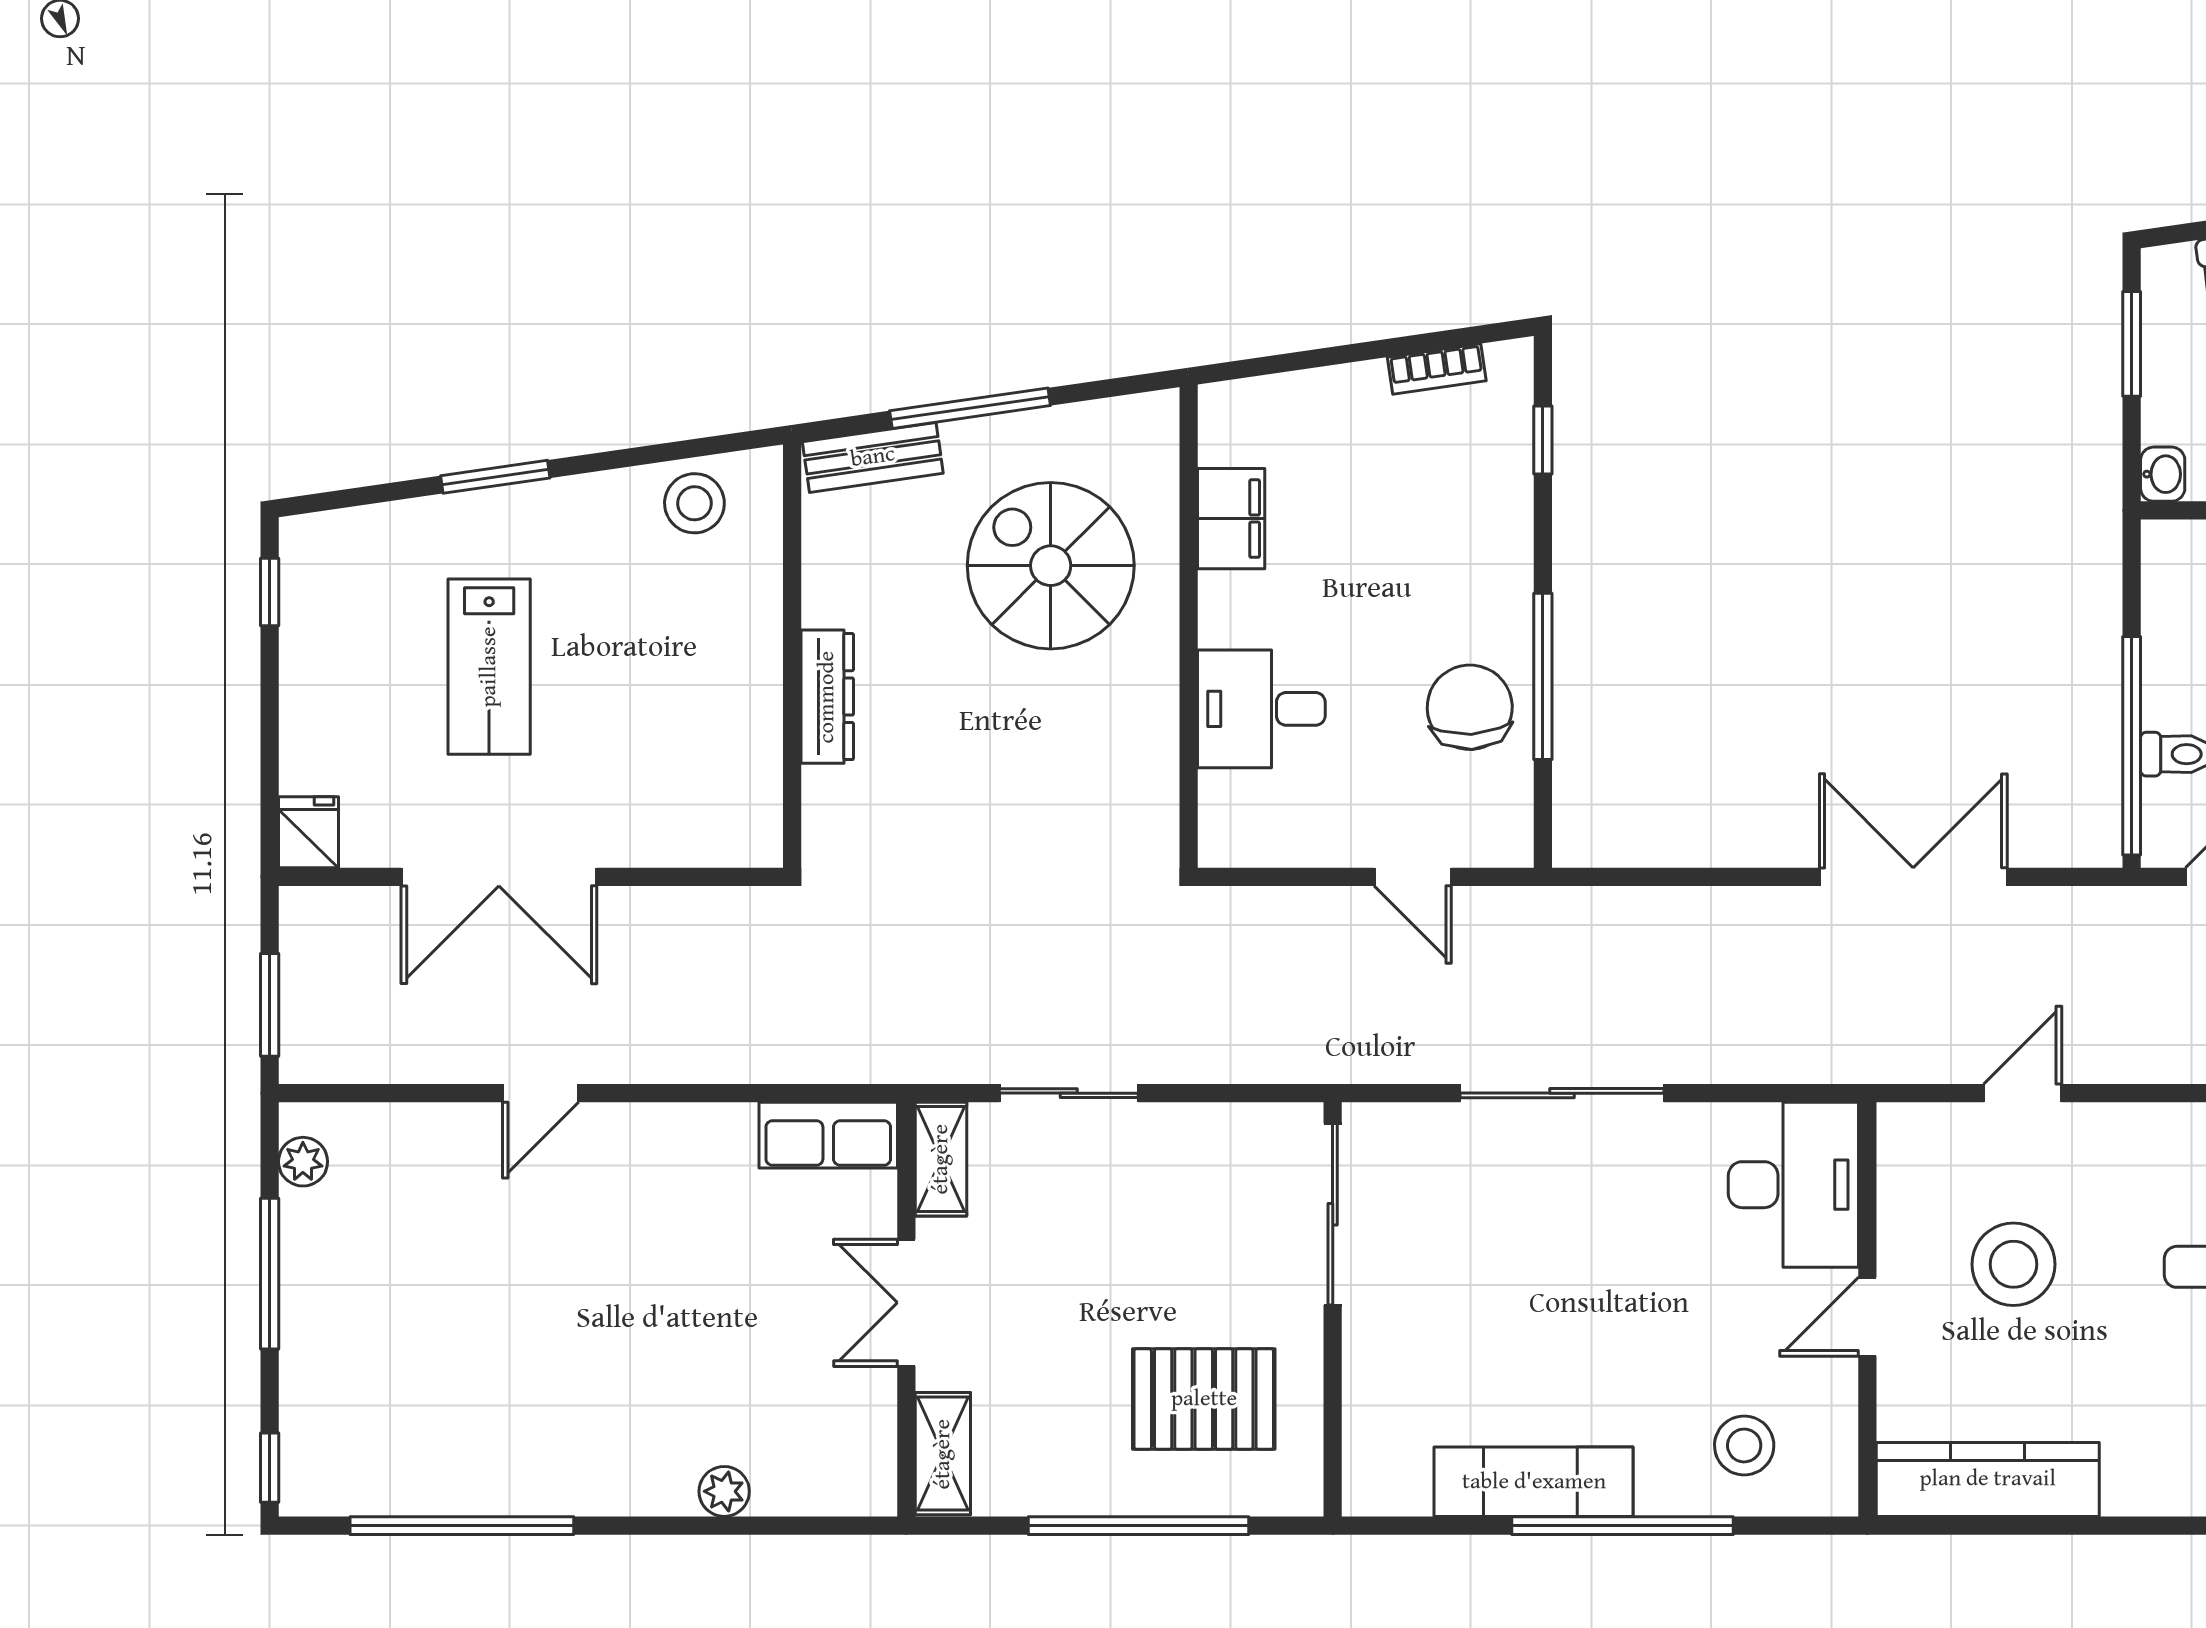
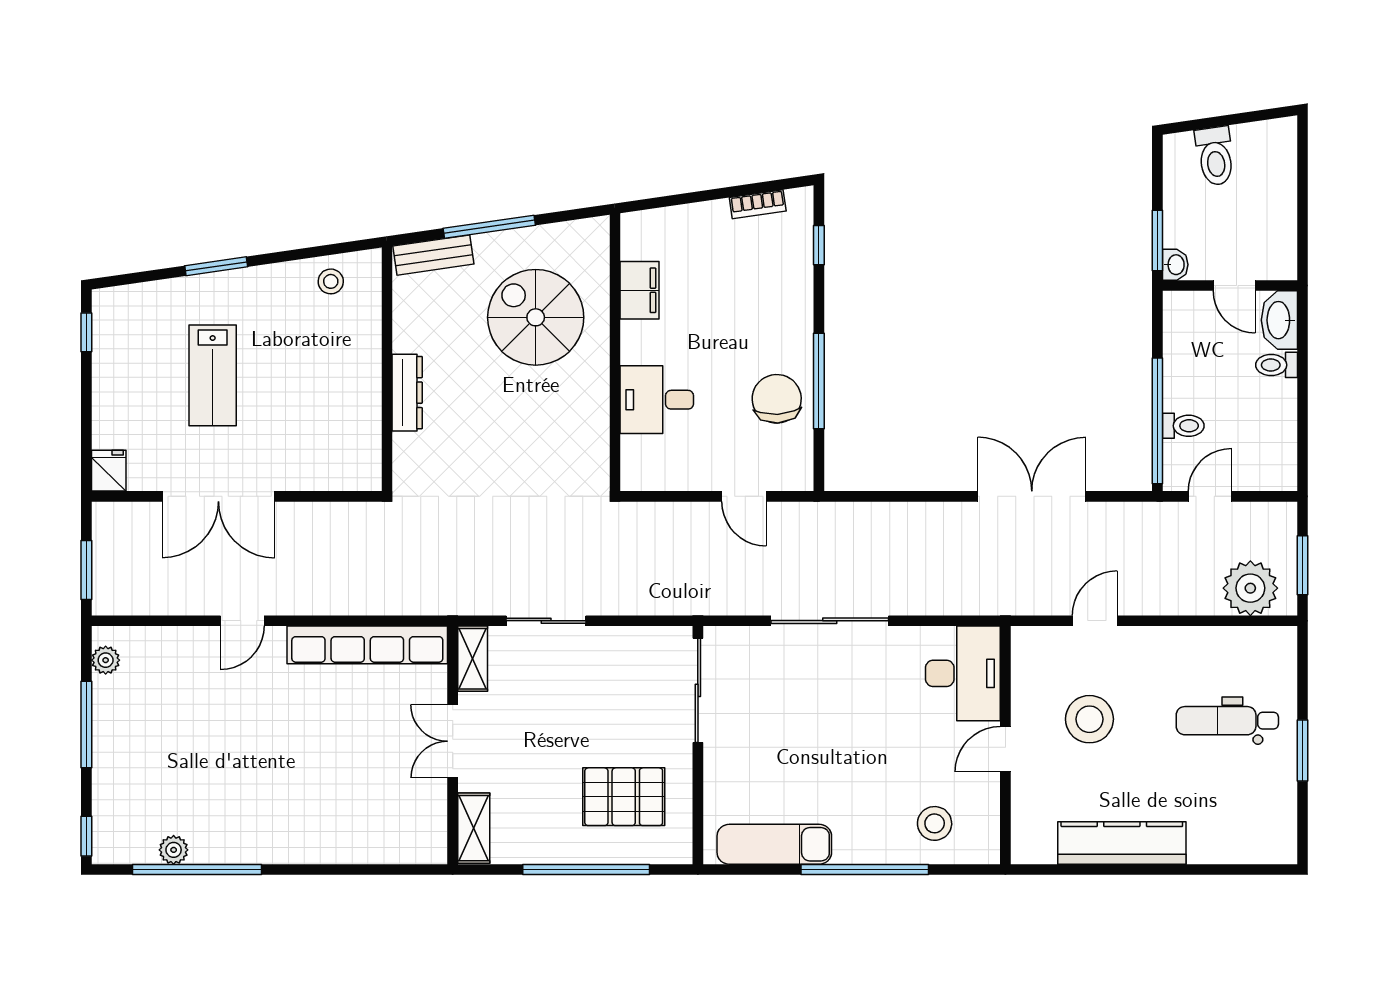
window: (2132, 344) -> (1157, 240), moved
stool: (694, 503) -> (331, 281), width x0.73, depth x0.73
row of seats: (828, 1135) -> (367, 645), width x2.02
kitchen counter: (1988, 1479) -> (1122, 843), moved
exam couch: (1534, 1482) -> (774, 844), moved
plant: (724, 1491) -> (174, 850), moved

